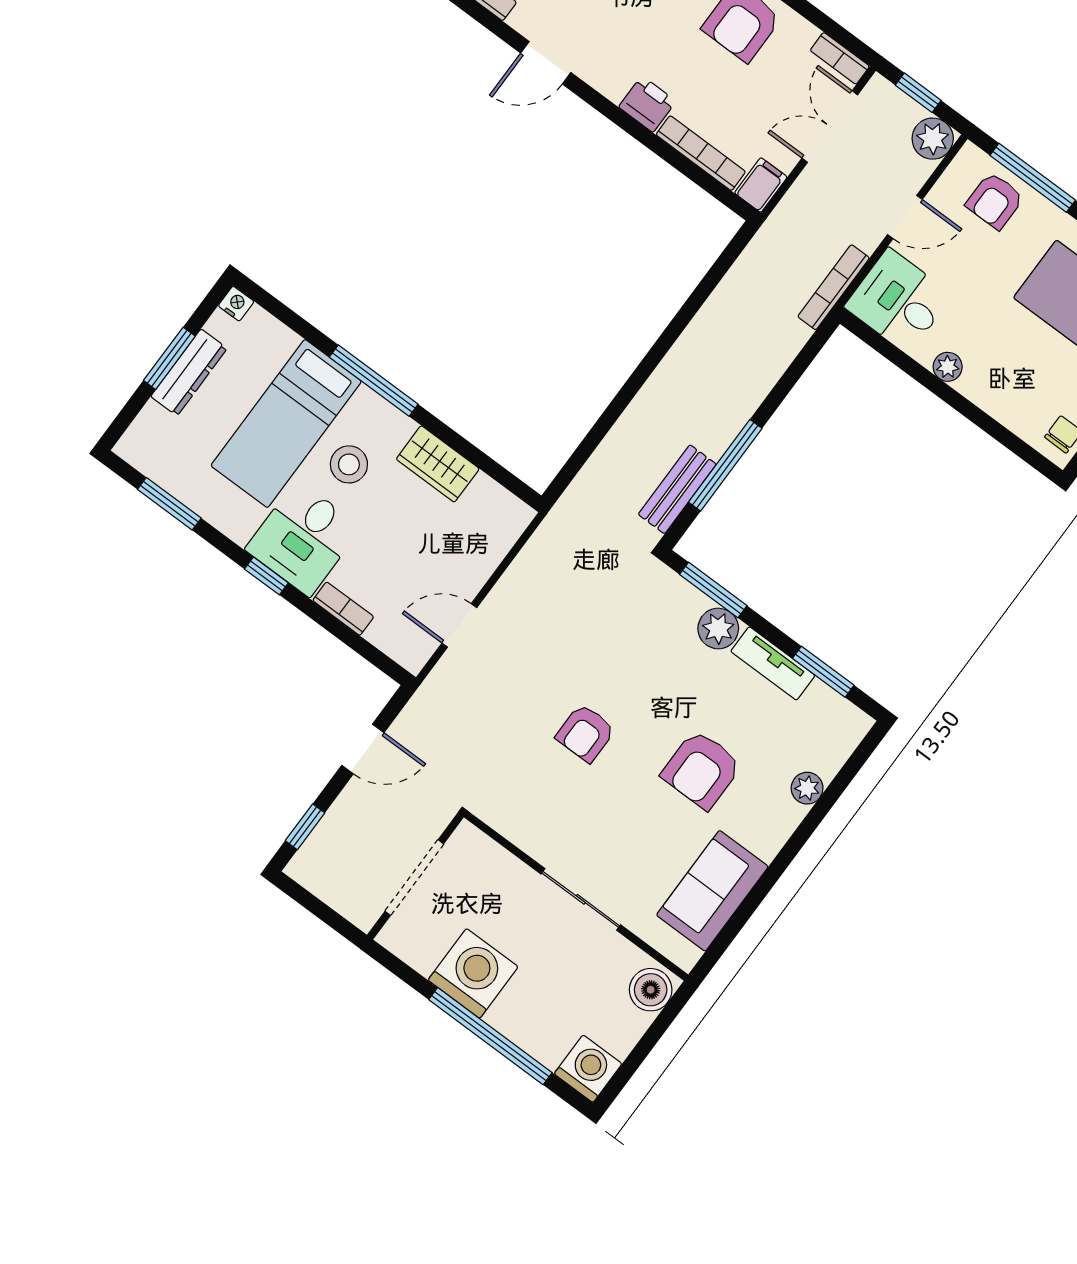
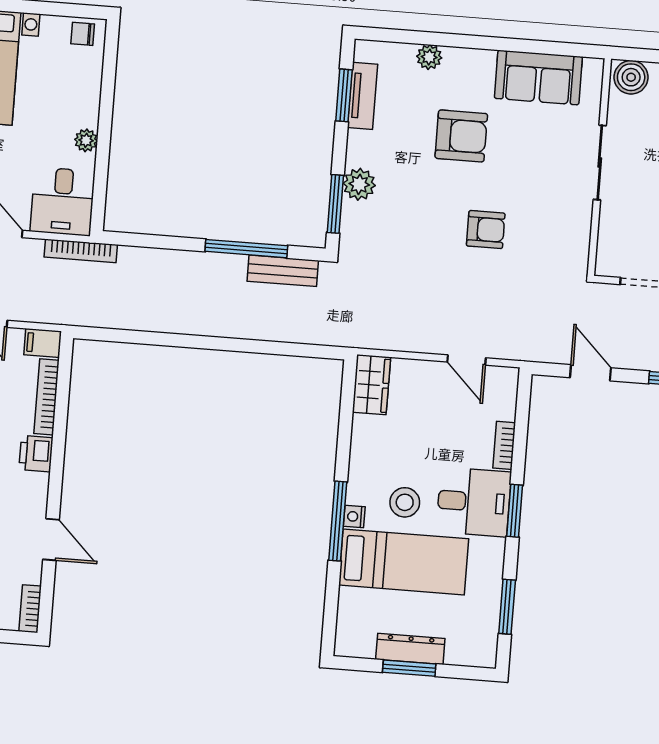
nightstand: (236, 304) -> (354, 517), moved
wardrobe: (438, 464) -> (371, 385), moved
window: (266, 576) -> (515, 511), width x1.50
tv unit: (773, 663) -> (363, 96), moved

